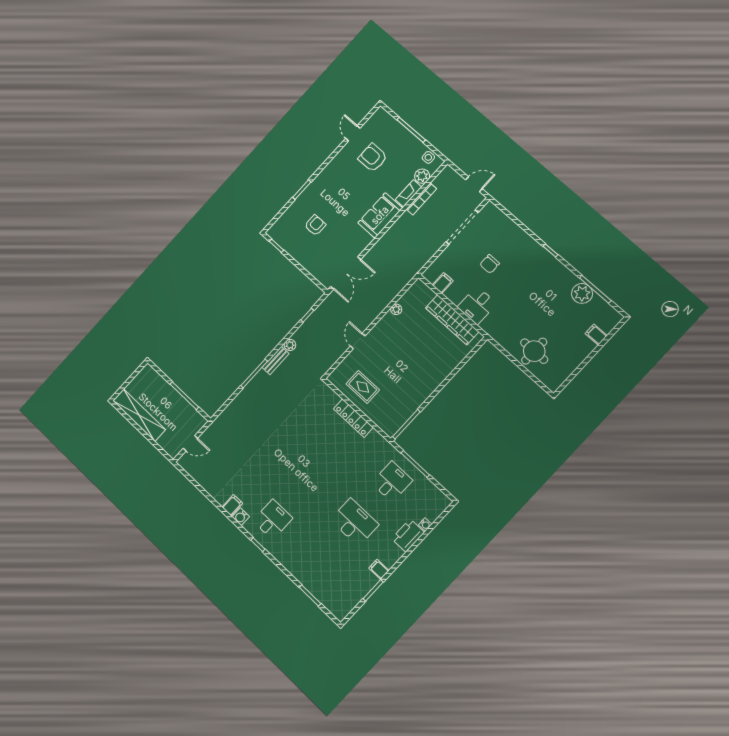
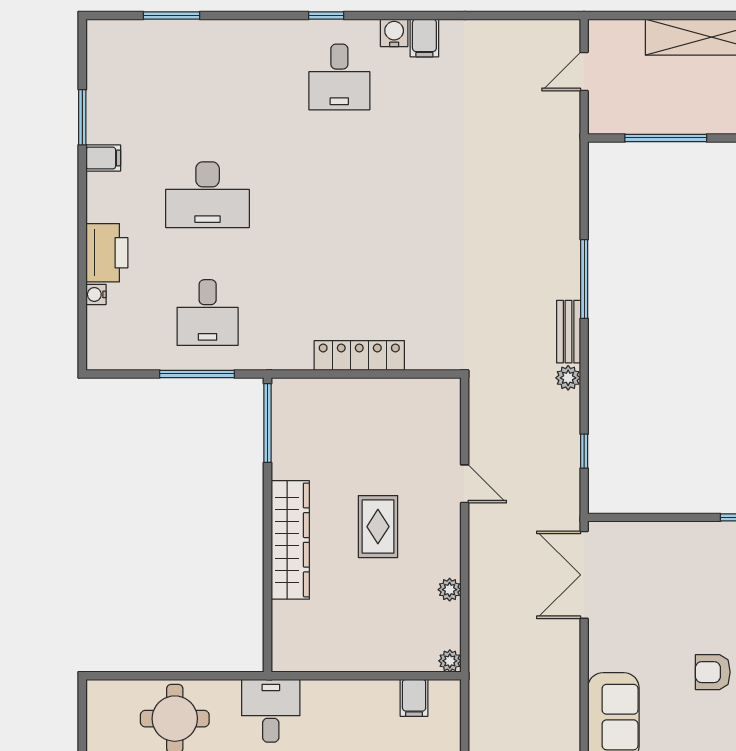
armchair: (315, 225) -> (713, 672), moved, turned 90
plant: (419, 285) -> (450, 661), added
desk: (477, 305) -> (271, 711), moved
wardrobe: (452, 320) -> (290, 540), moved, turned 90
rug: (363, 387) -> (378, 527), moved, turned 90

